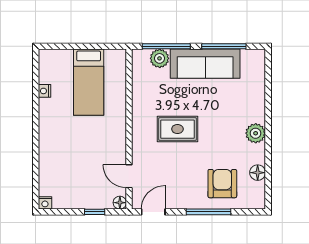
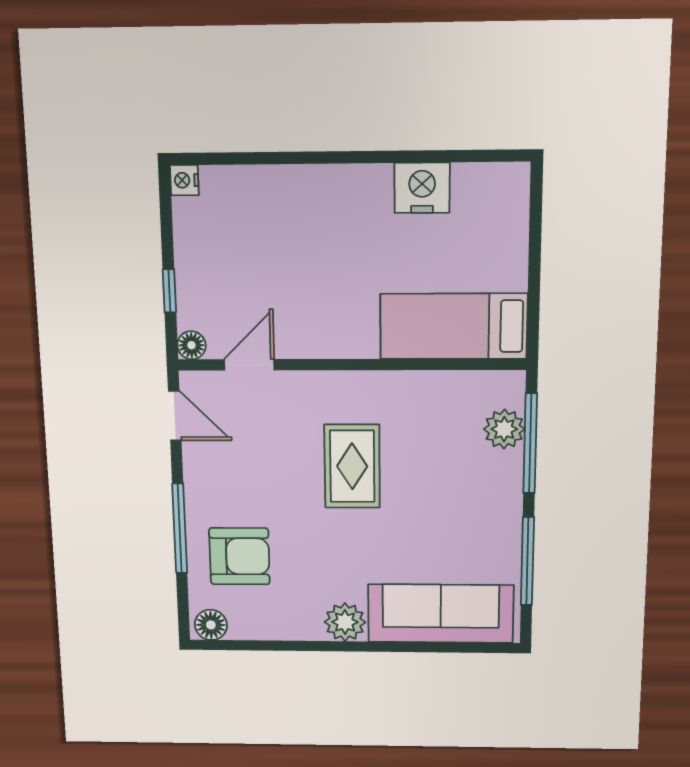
sofa: (205, 64) -> (441, 614), moved, turned 90
bed: (89, 82) -> (454, 326), moved
nightstand: (44, 91) -> (422, 188), width x1.89, depth x1.79
floor lamp: (258, 173) -> (211, 625), moved

